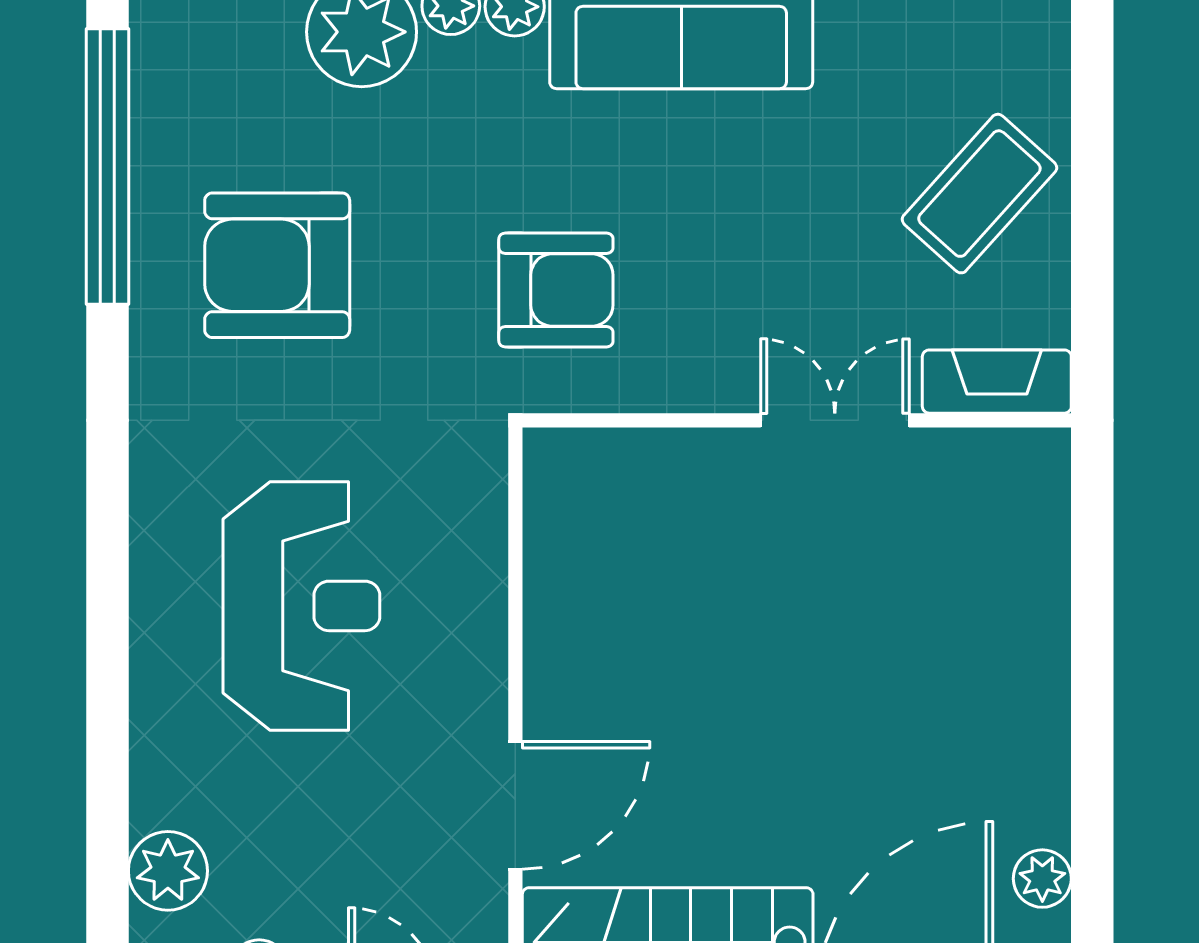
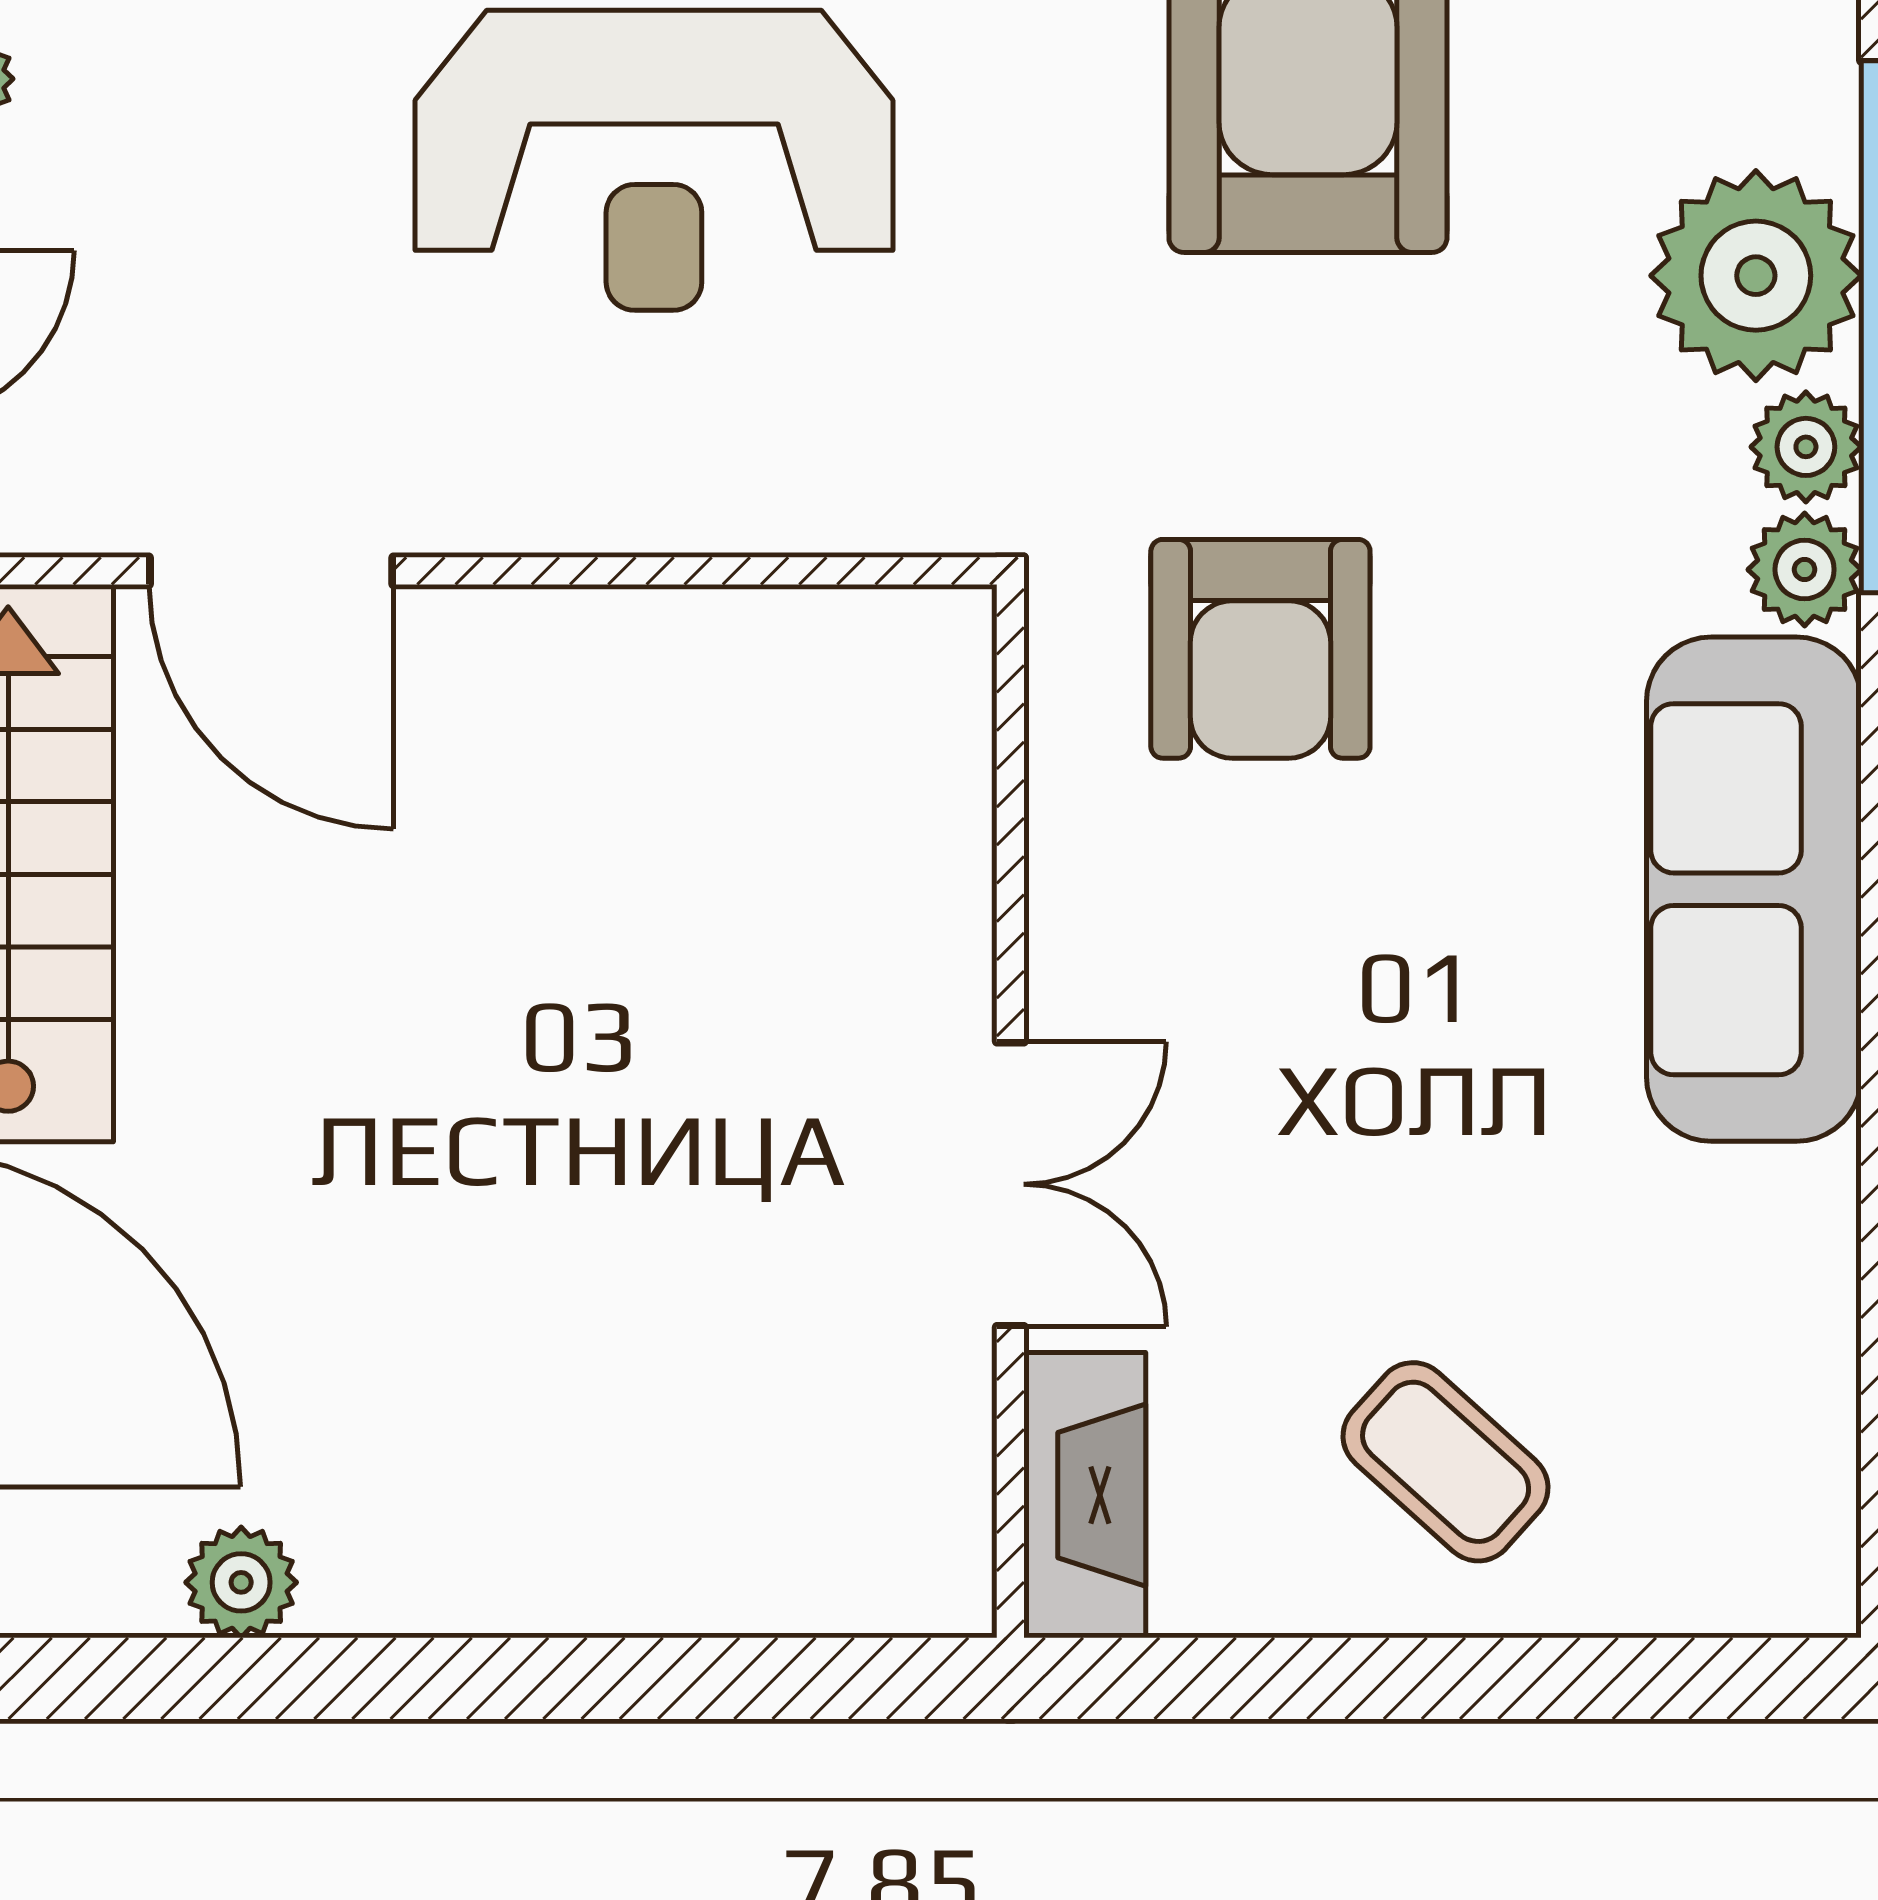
coffee table: (979, 194) -> (1446, 1462), width x0.73, depth x0.77
plant: (1042, 879) -> (241, 1582), moved

